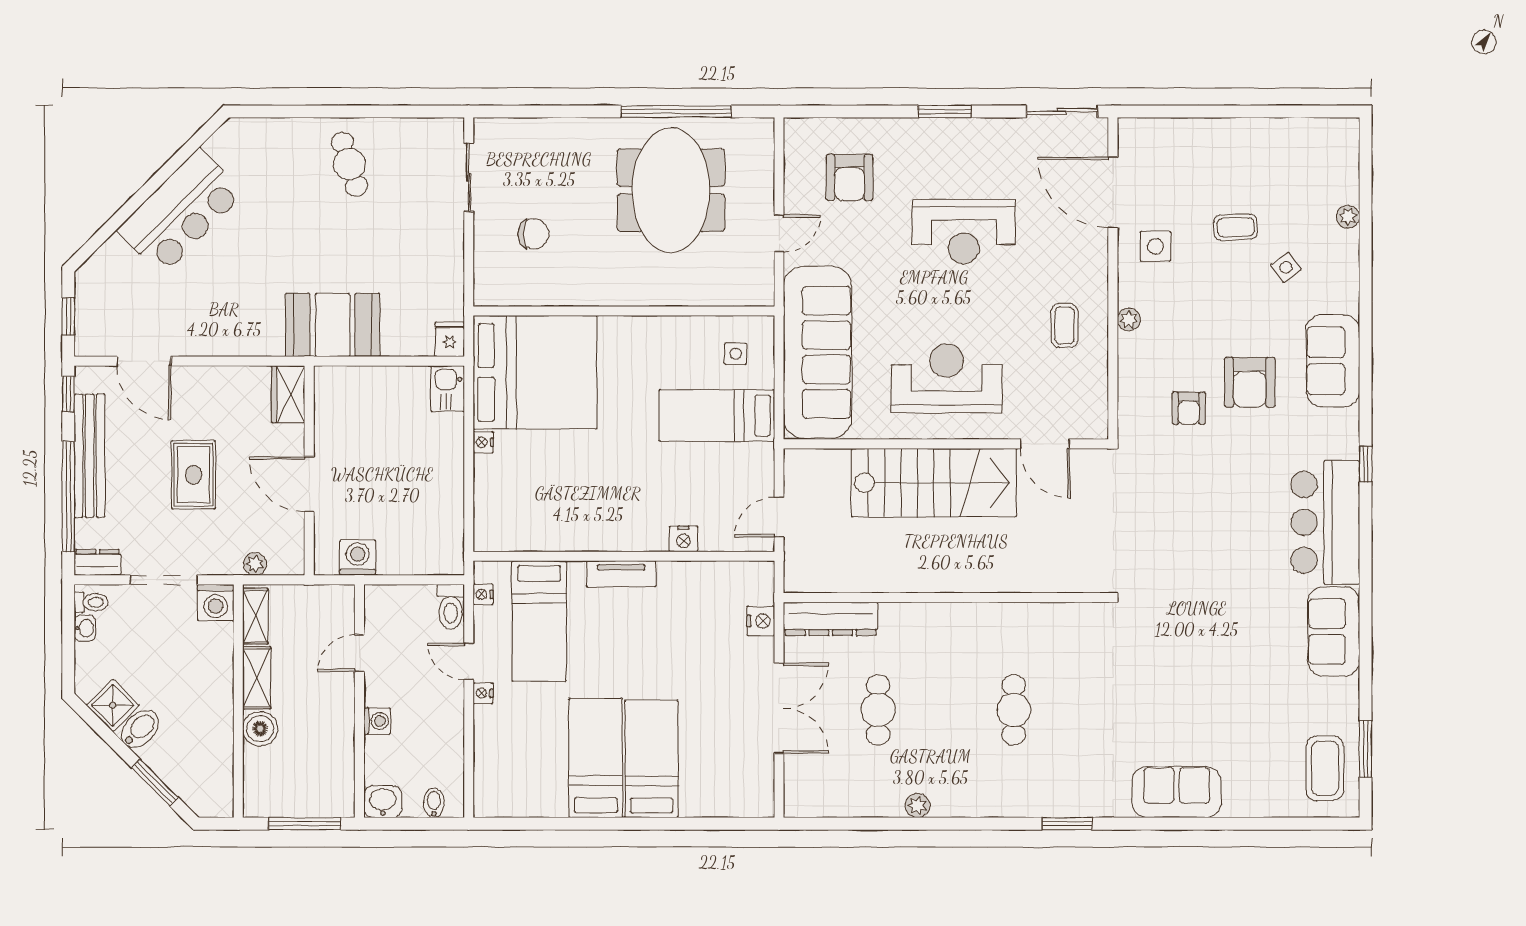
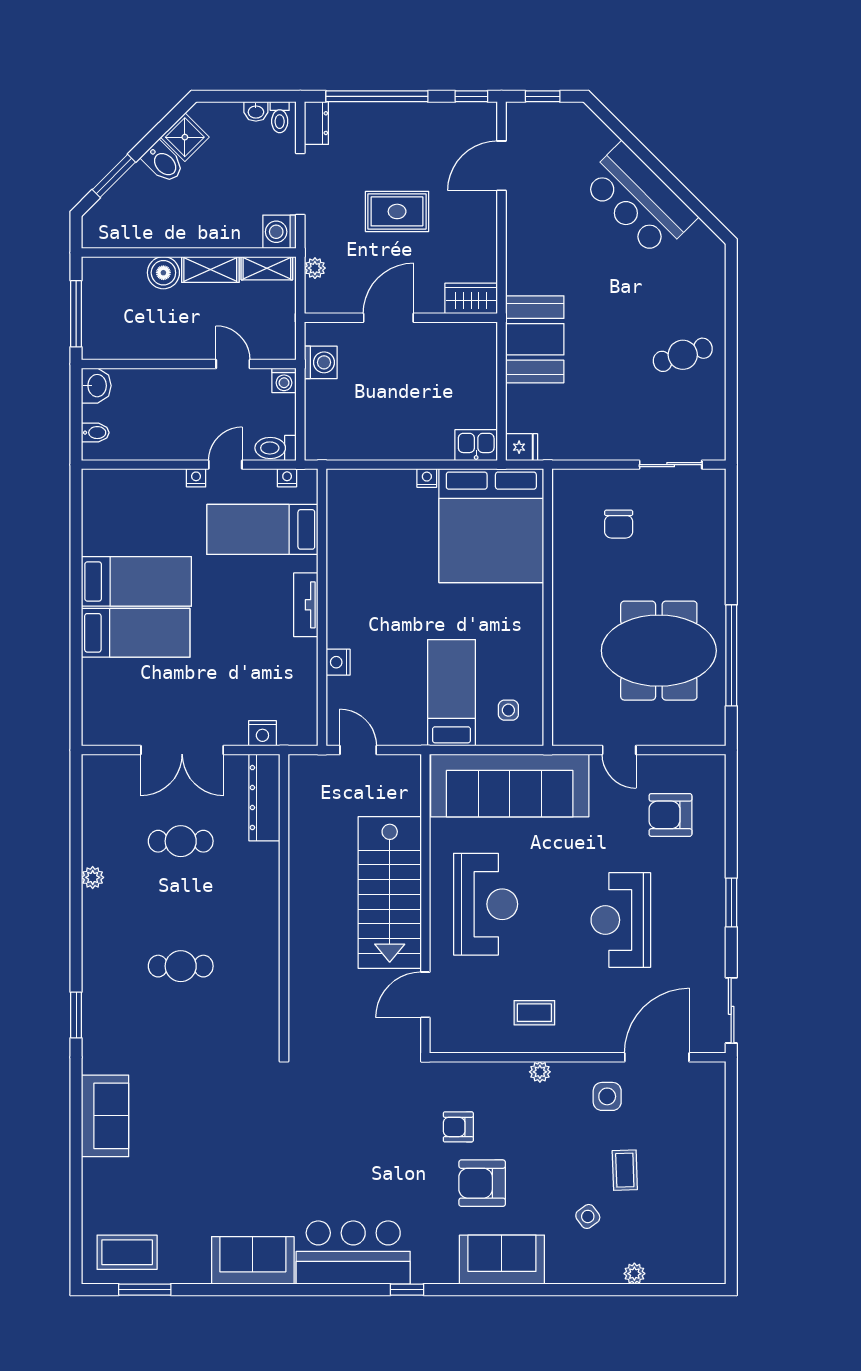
bench: (90, 456) -> (415, 116), removed
washing machine: (377, 721) -> (284, 380), moved

